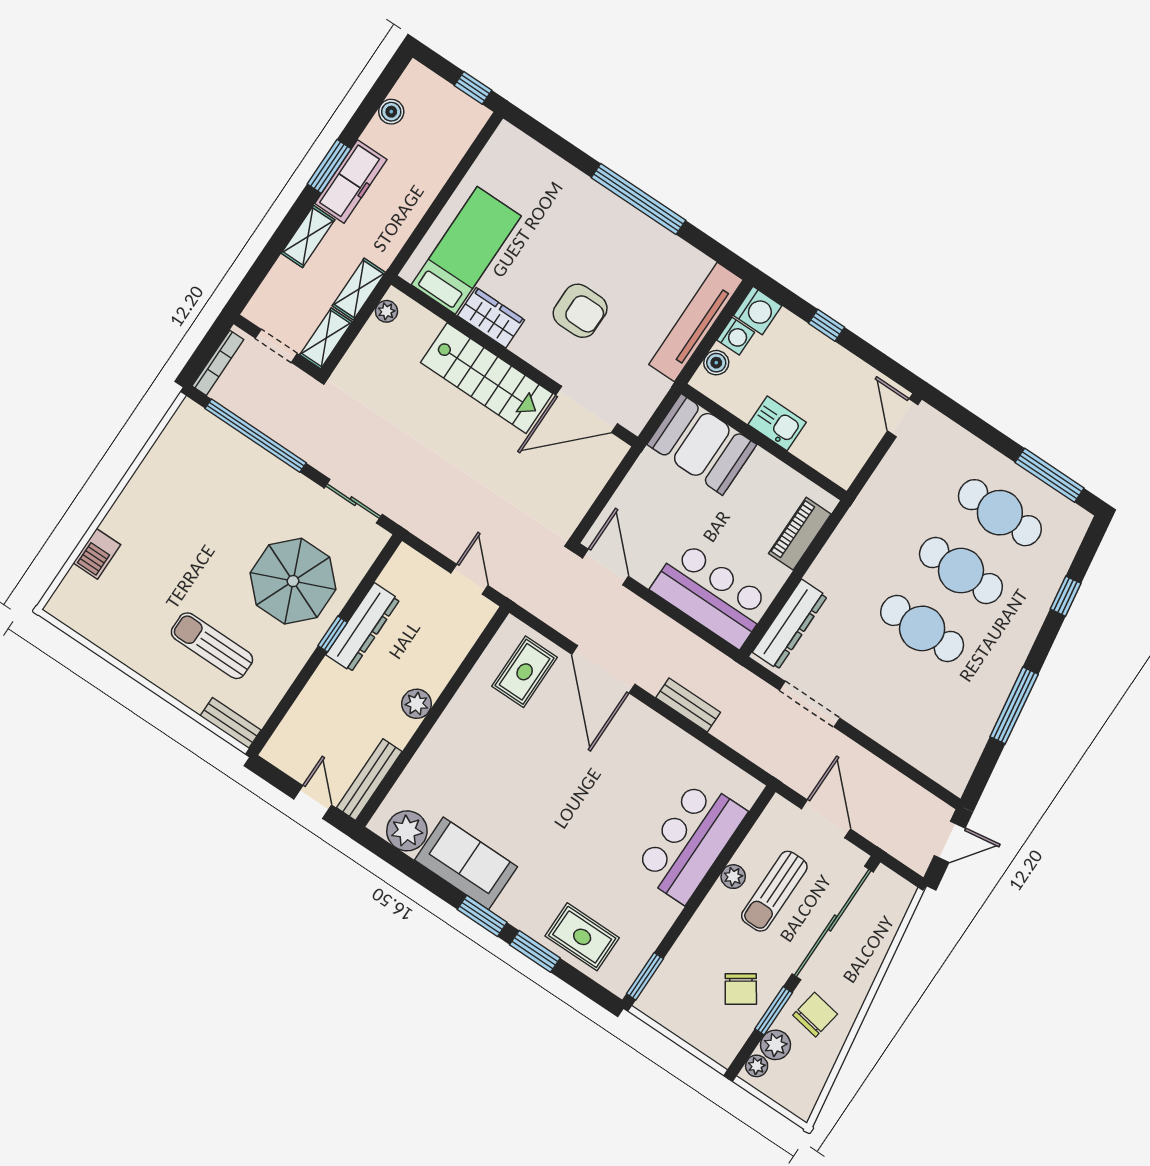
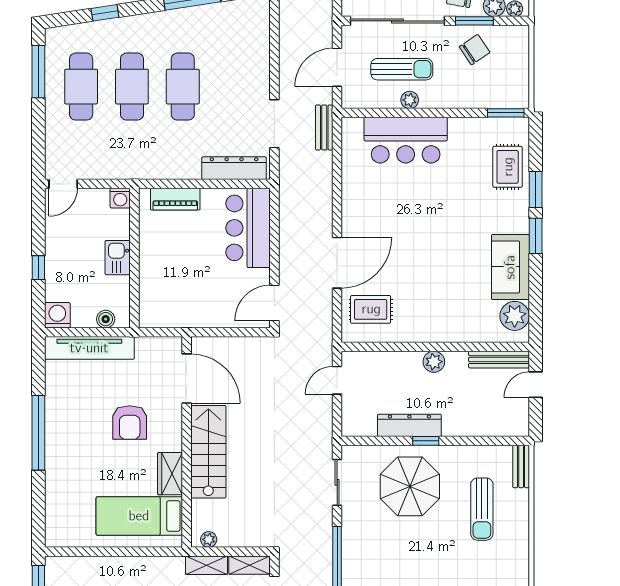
armchair: (580, 311) -> (130, 423), turned 180
washing machine: (736, 336) -> (120, 198), moved, turned 180
booth: (702, 444) -> (161, 295), removed
bench: (688, 705) -> (324, 127), moved

